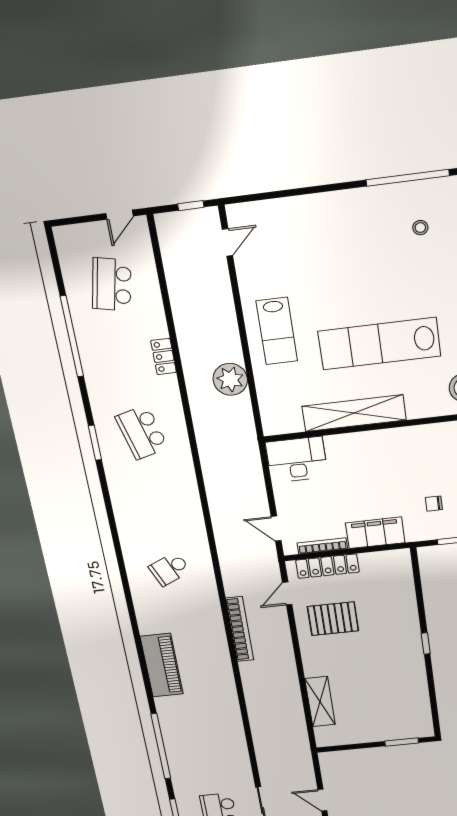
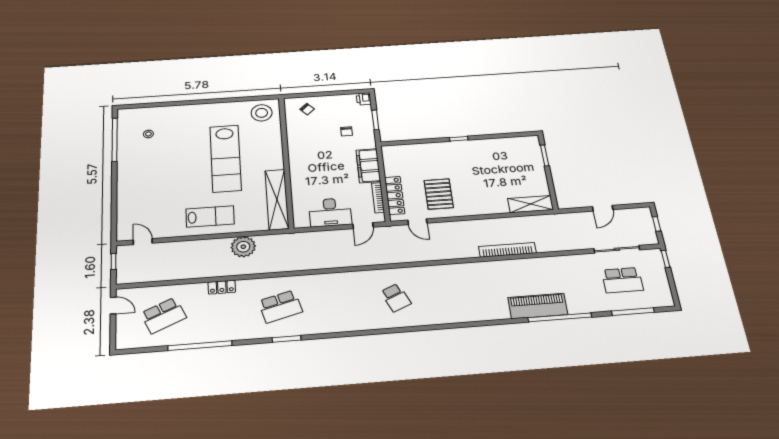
school desk: (112, 284) -> (163, 315), turned -36
shelving: (354, 413) -> (277, 199), moved
desk: (297, 460) -> (330, 212), moved, turned -90
bookcase: (240, 629) -> (507, 250), moved
piano: (162, 665) -> (538, 306), moved
shelving: (320, 701) -> (531, 204), moved

